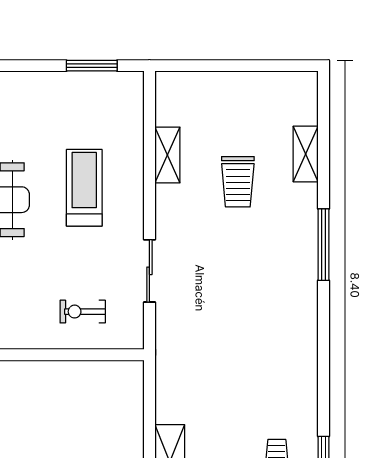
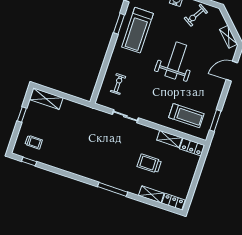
locker: (168, 98) -> (192, 147), added
locker: (305, 99) -> (173, 202), added
treadmill: (84, 188) -> (186, 116), moved

